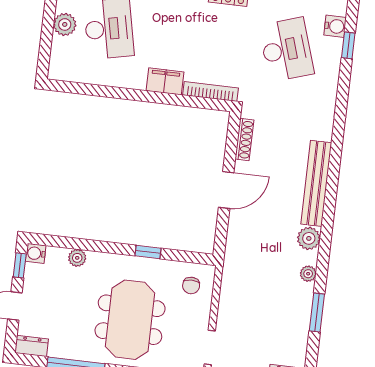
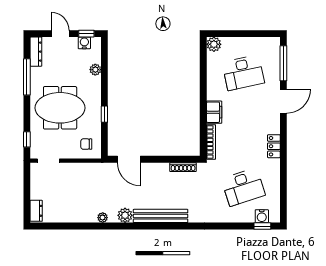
plant: (65, 24) -> (214, 44), moved
window: (348, 45) -> (262, 226), moved
door: (226, 190) -> (129, 159), moved
water cooler: (36, 253) -> (84, 43), moved
window: (317, 313) -> (79, 226), removed
dresser: (32, 346) -> (36, 52), width x1.44

